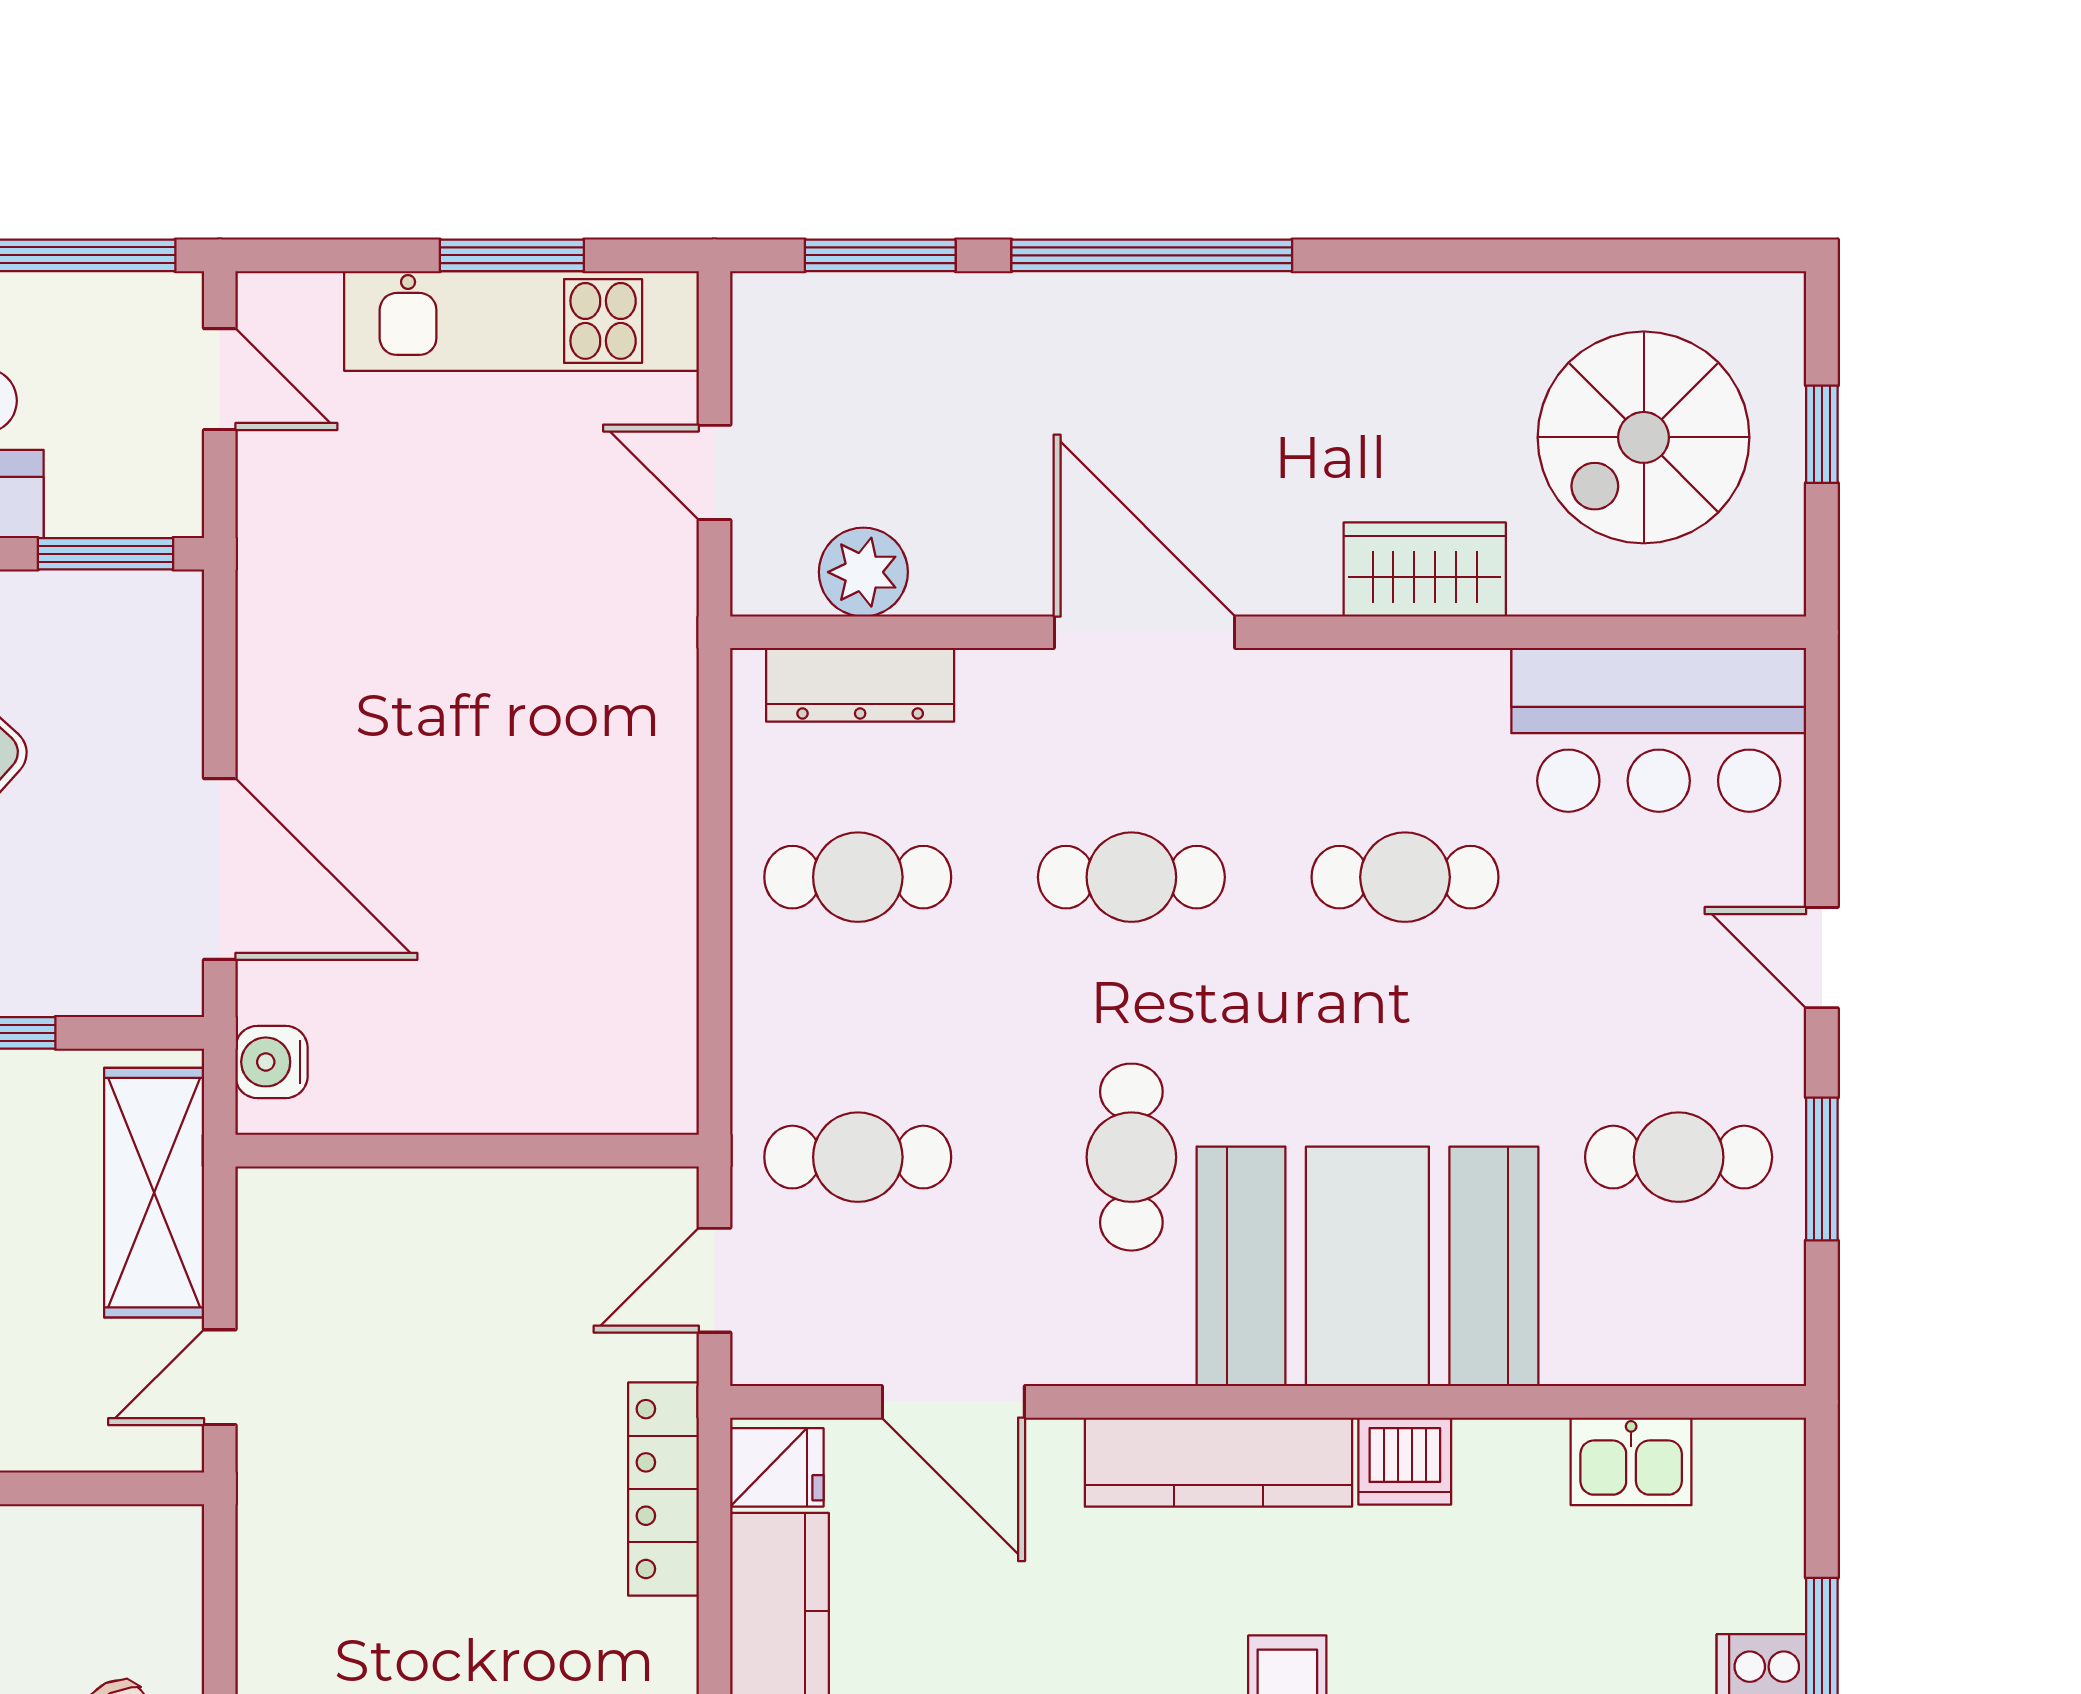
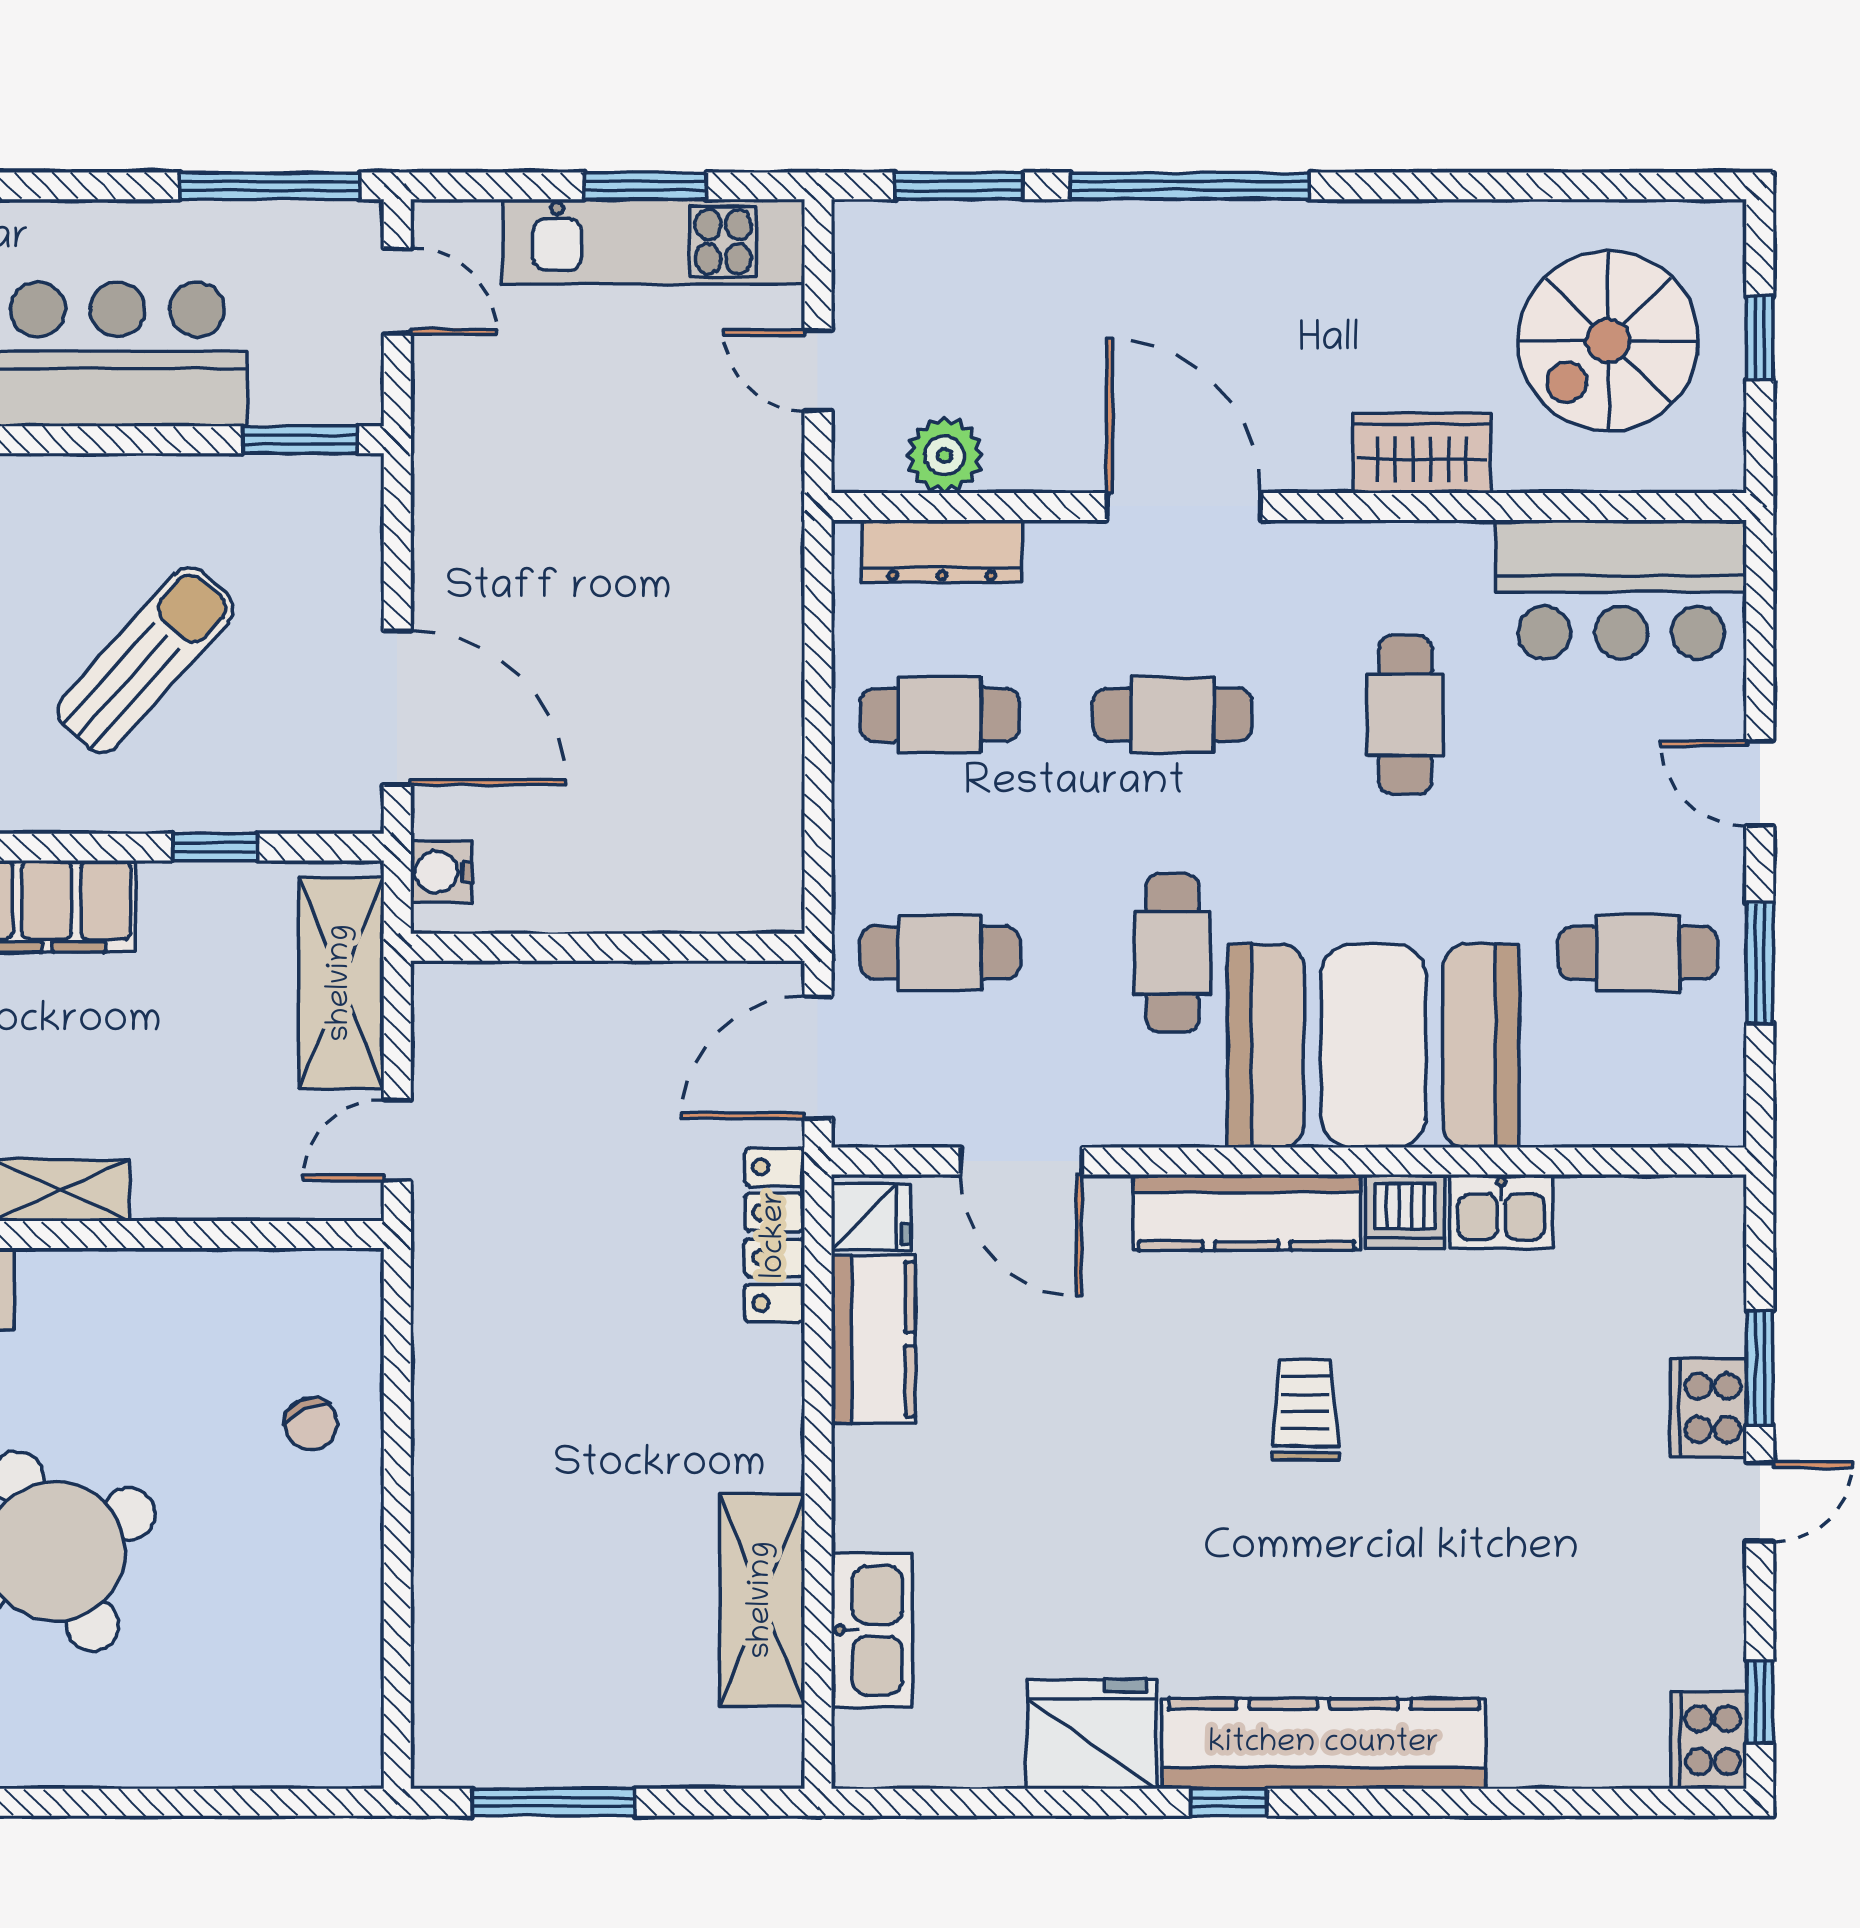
cafe table: (1405, 877) -> (1405, 715), turned 90
door: (715, 1280) -> (818, 1057), width x1.38
kitchen sink: (1631, 1461) -> (1501, 1212), moved

